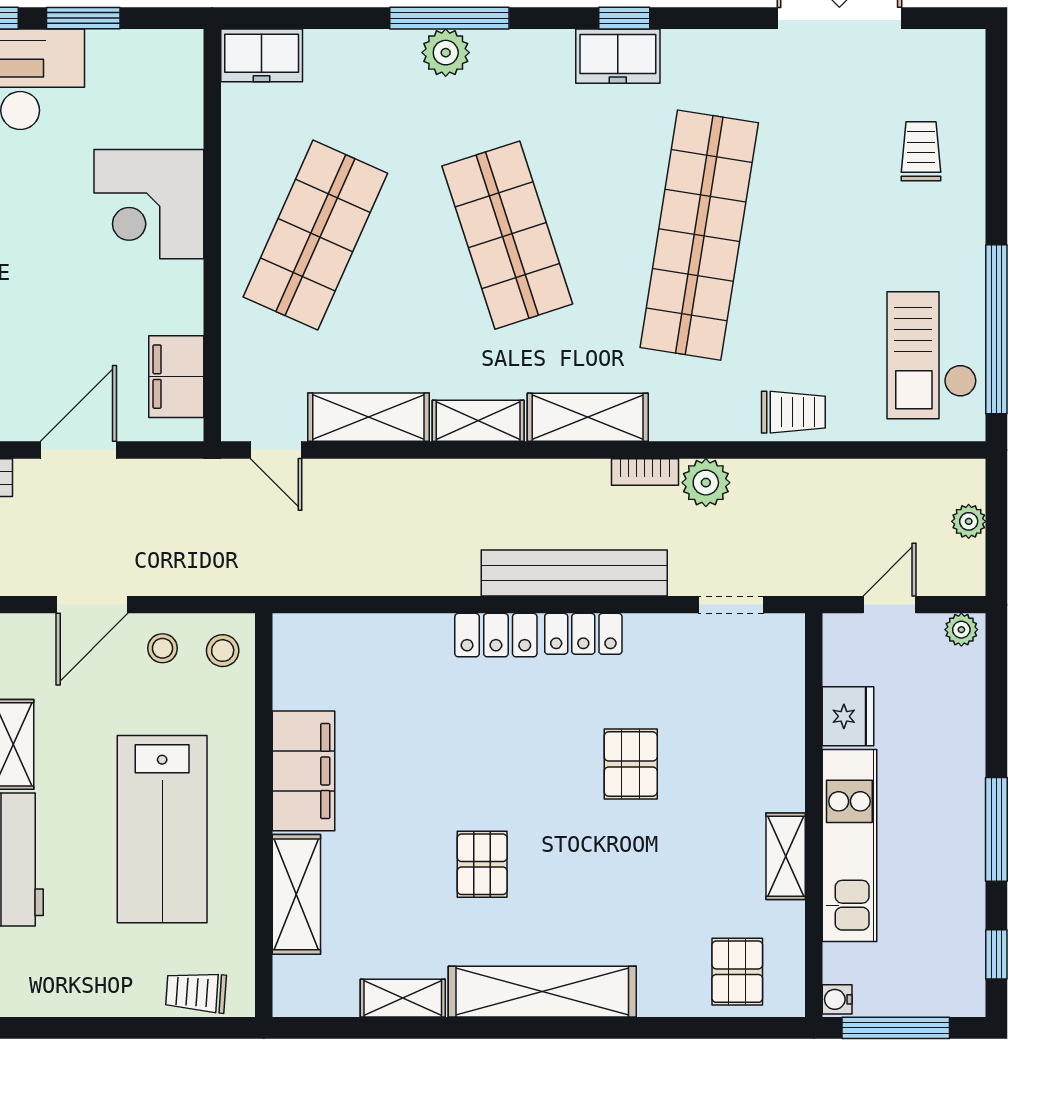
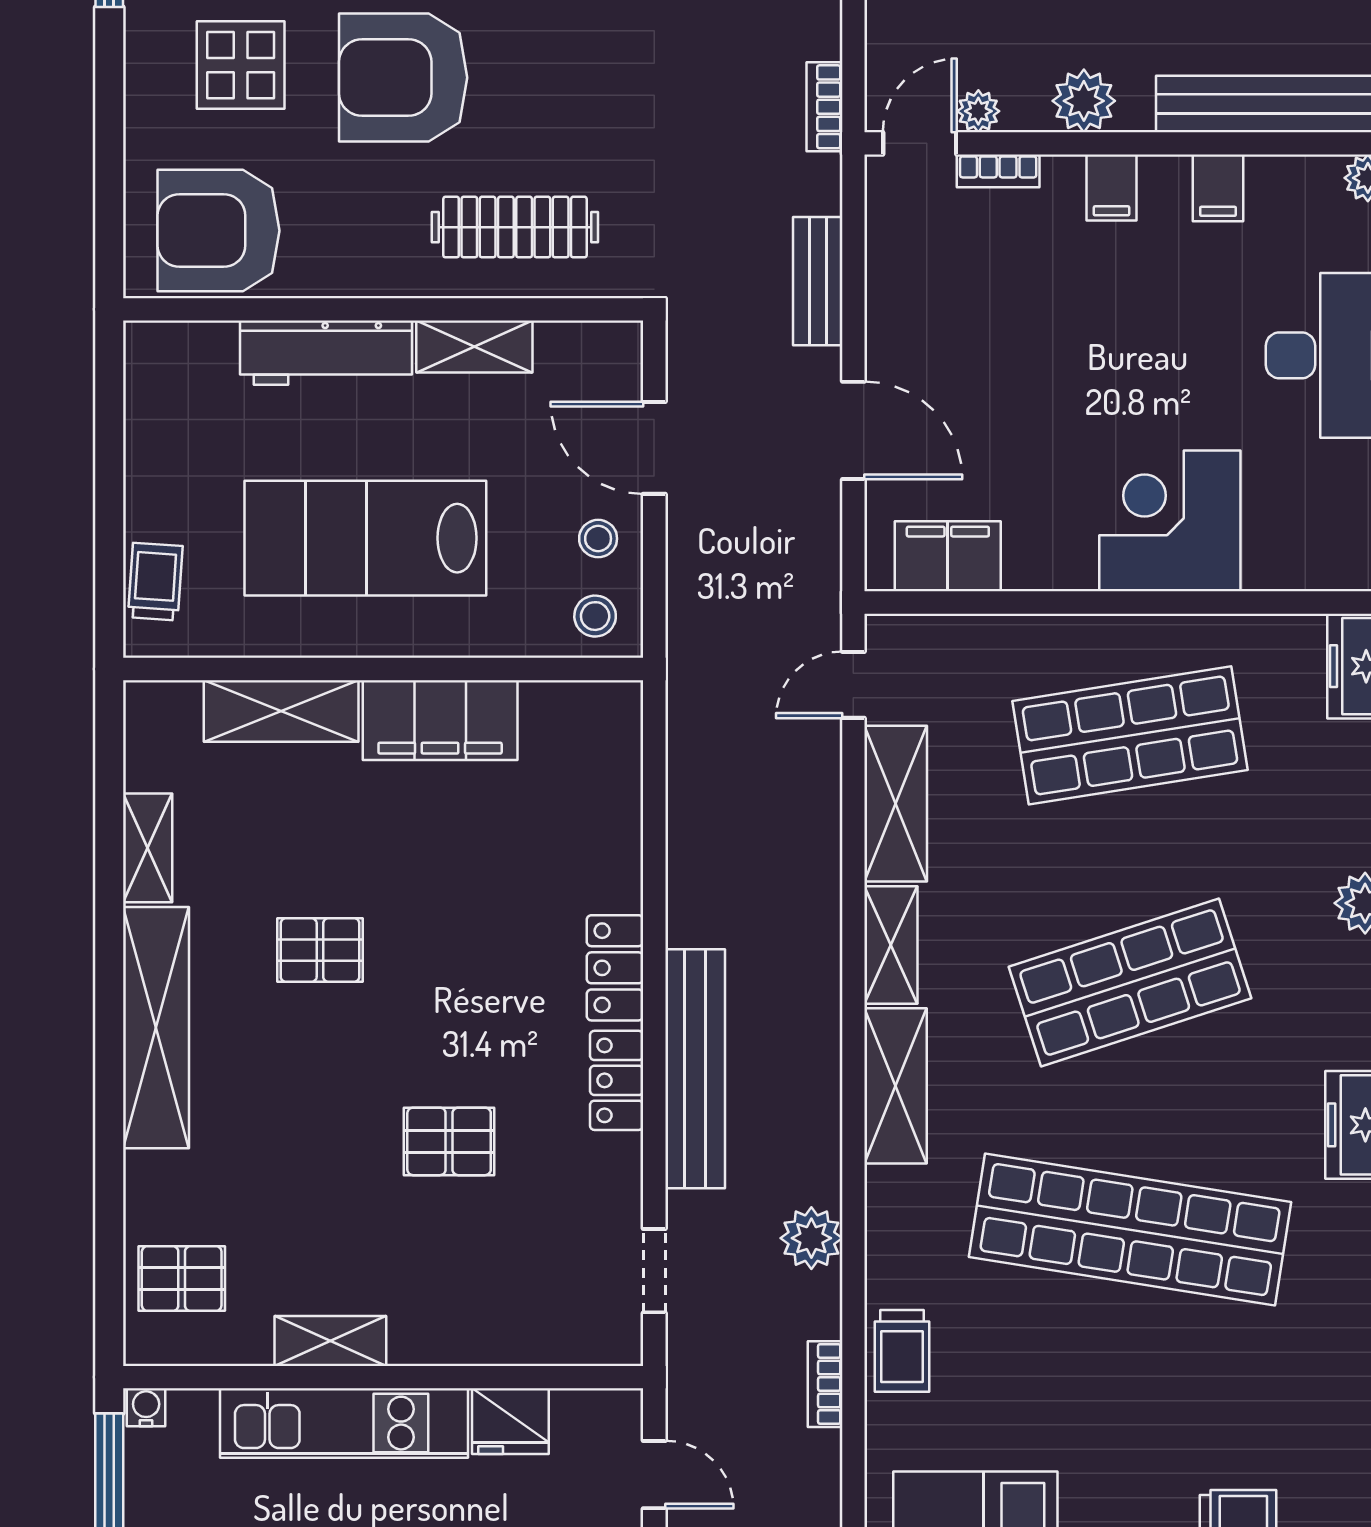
shop shelf: (315, 235) -> (1130, 735), turned -33
bookcase: (645, 472) -> (825, 1384), moved

